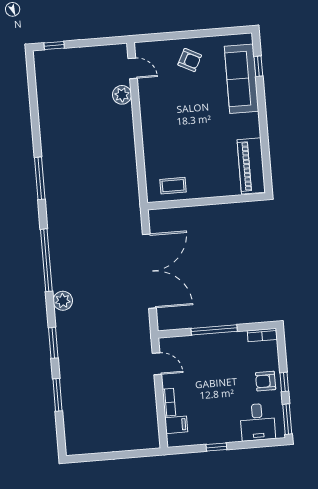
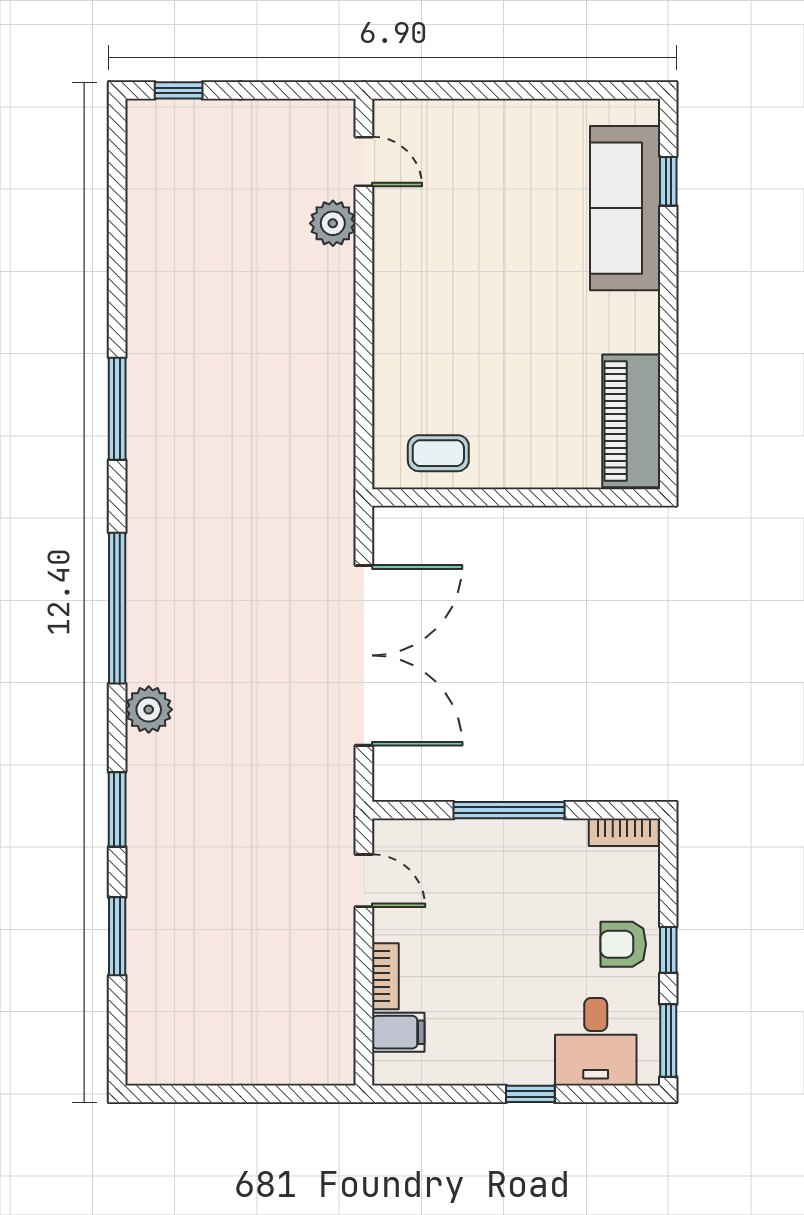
armchair: (190, 60) -> (503, 153), removed
window: (216, 447) -> (530, 1094), moved

